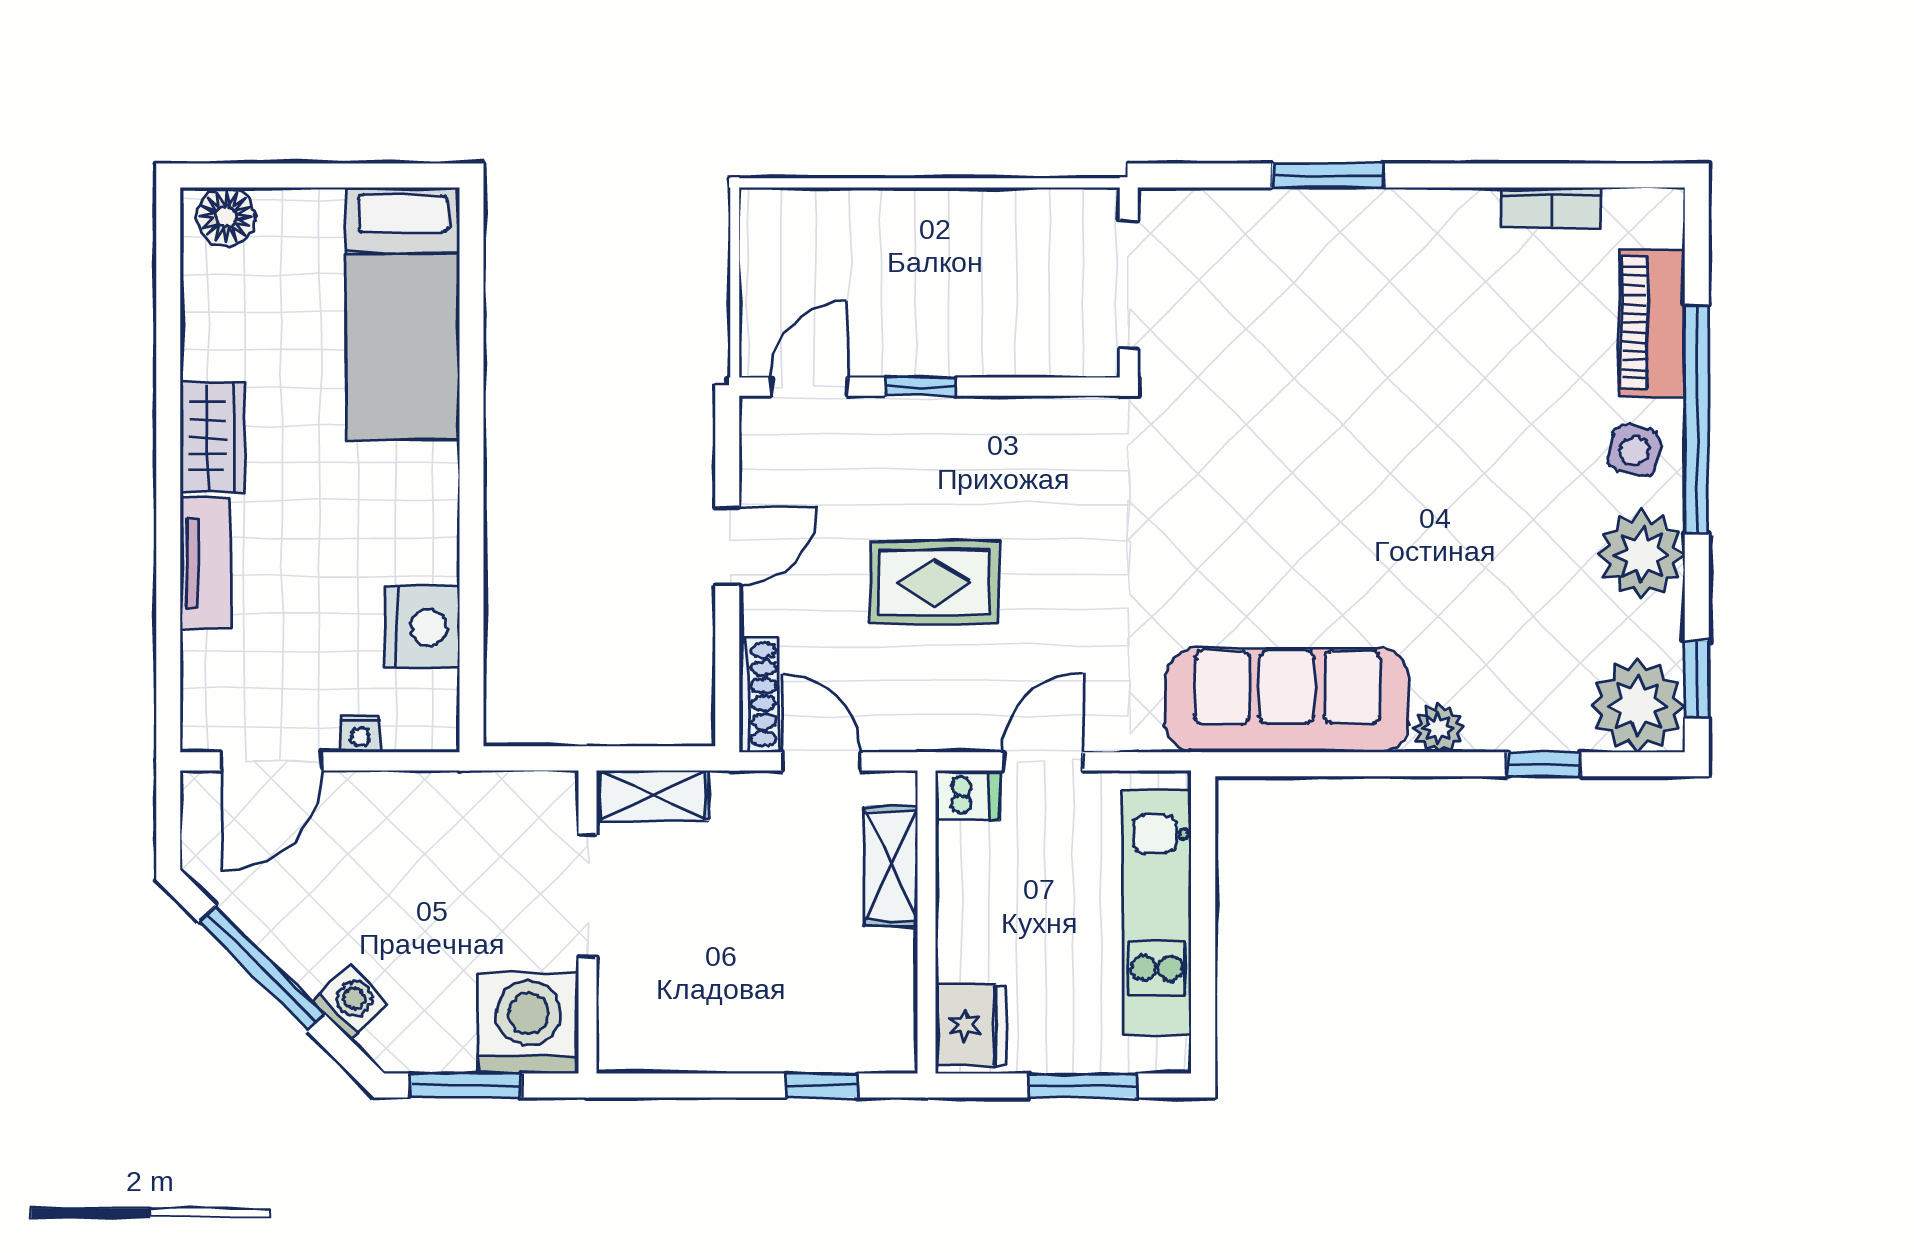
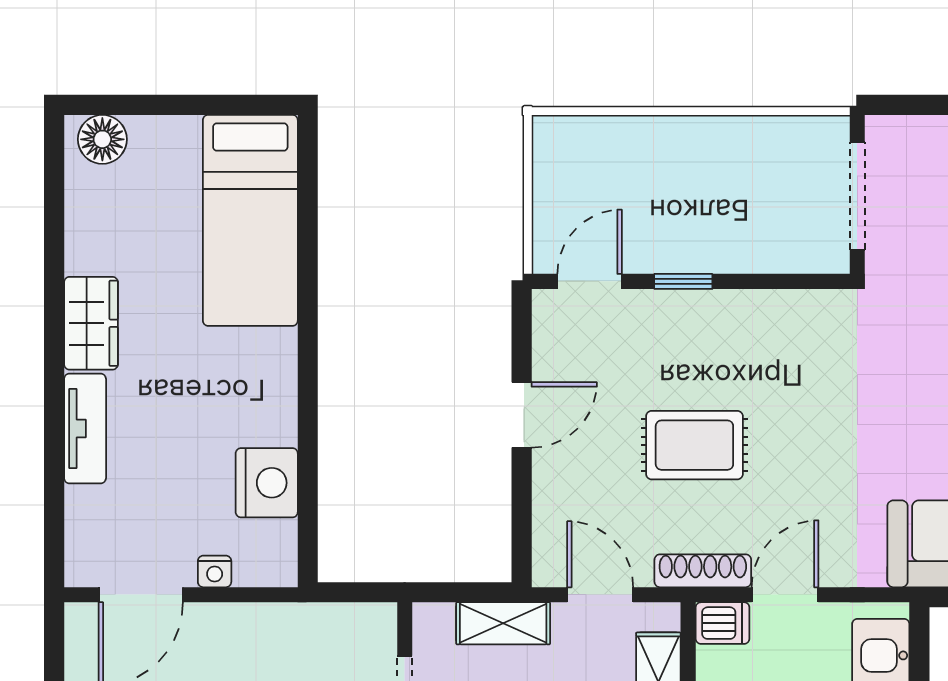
shoe rack: (759, 695) -> (703, 571), moved, turned -90
shelving: (653, 796) -> (503, 623), moved

